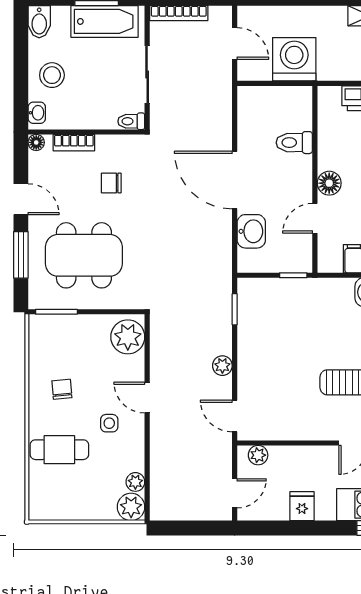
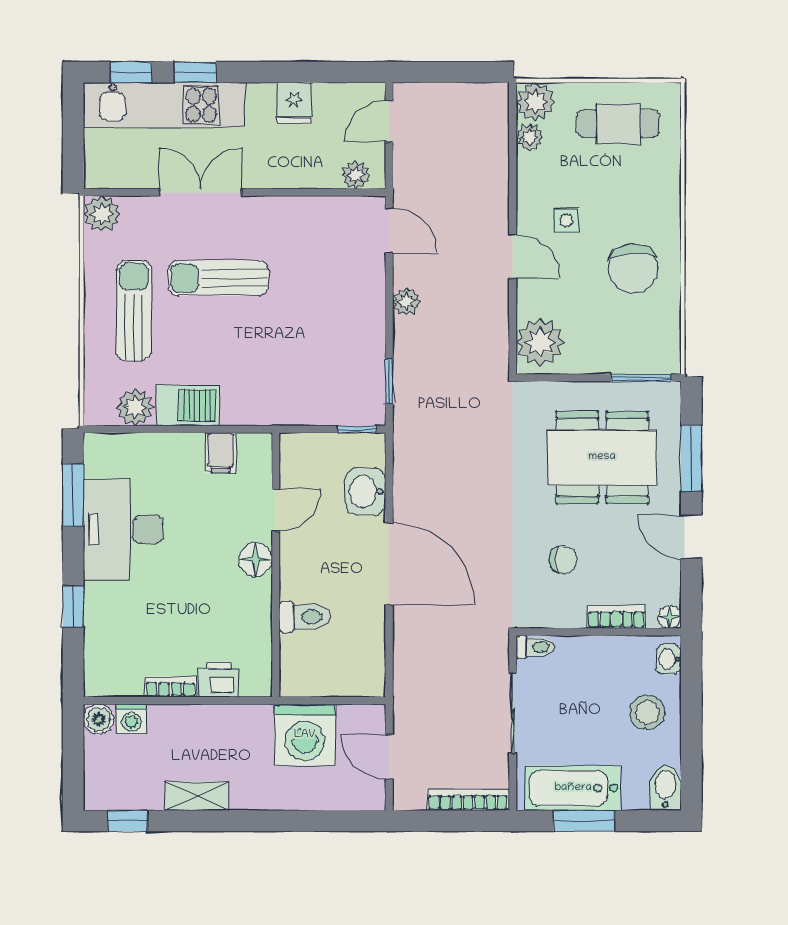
window: (293, 275) -> (357, 429), moved
chair: (62, 389) -> (633, 268), width x1.87, depth x1.87
cafe table: (59, 450) -> (618, 124), moved

